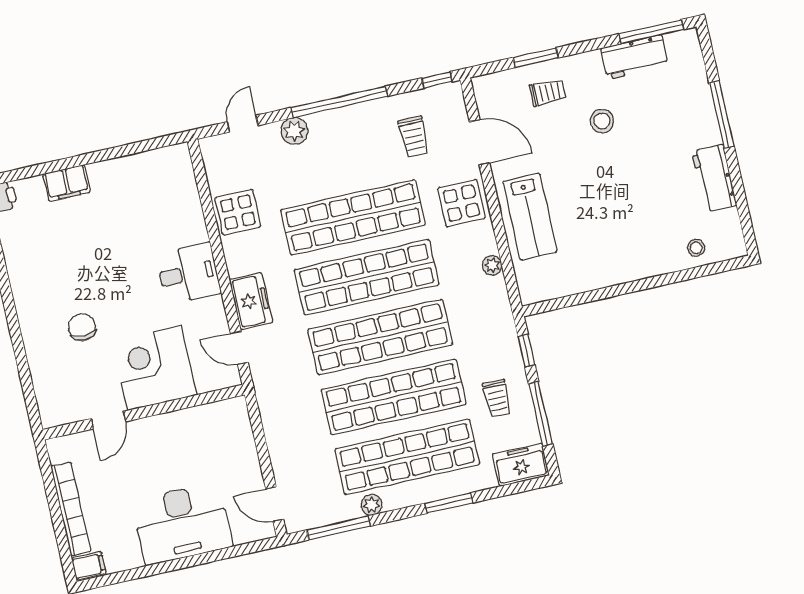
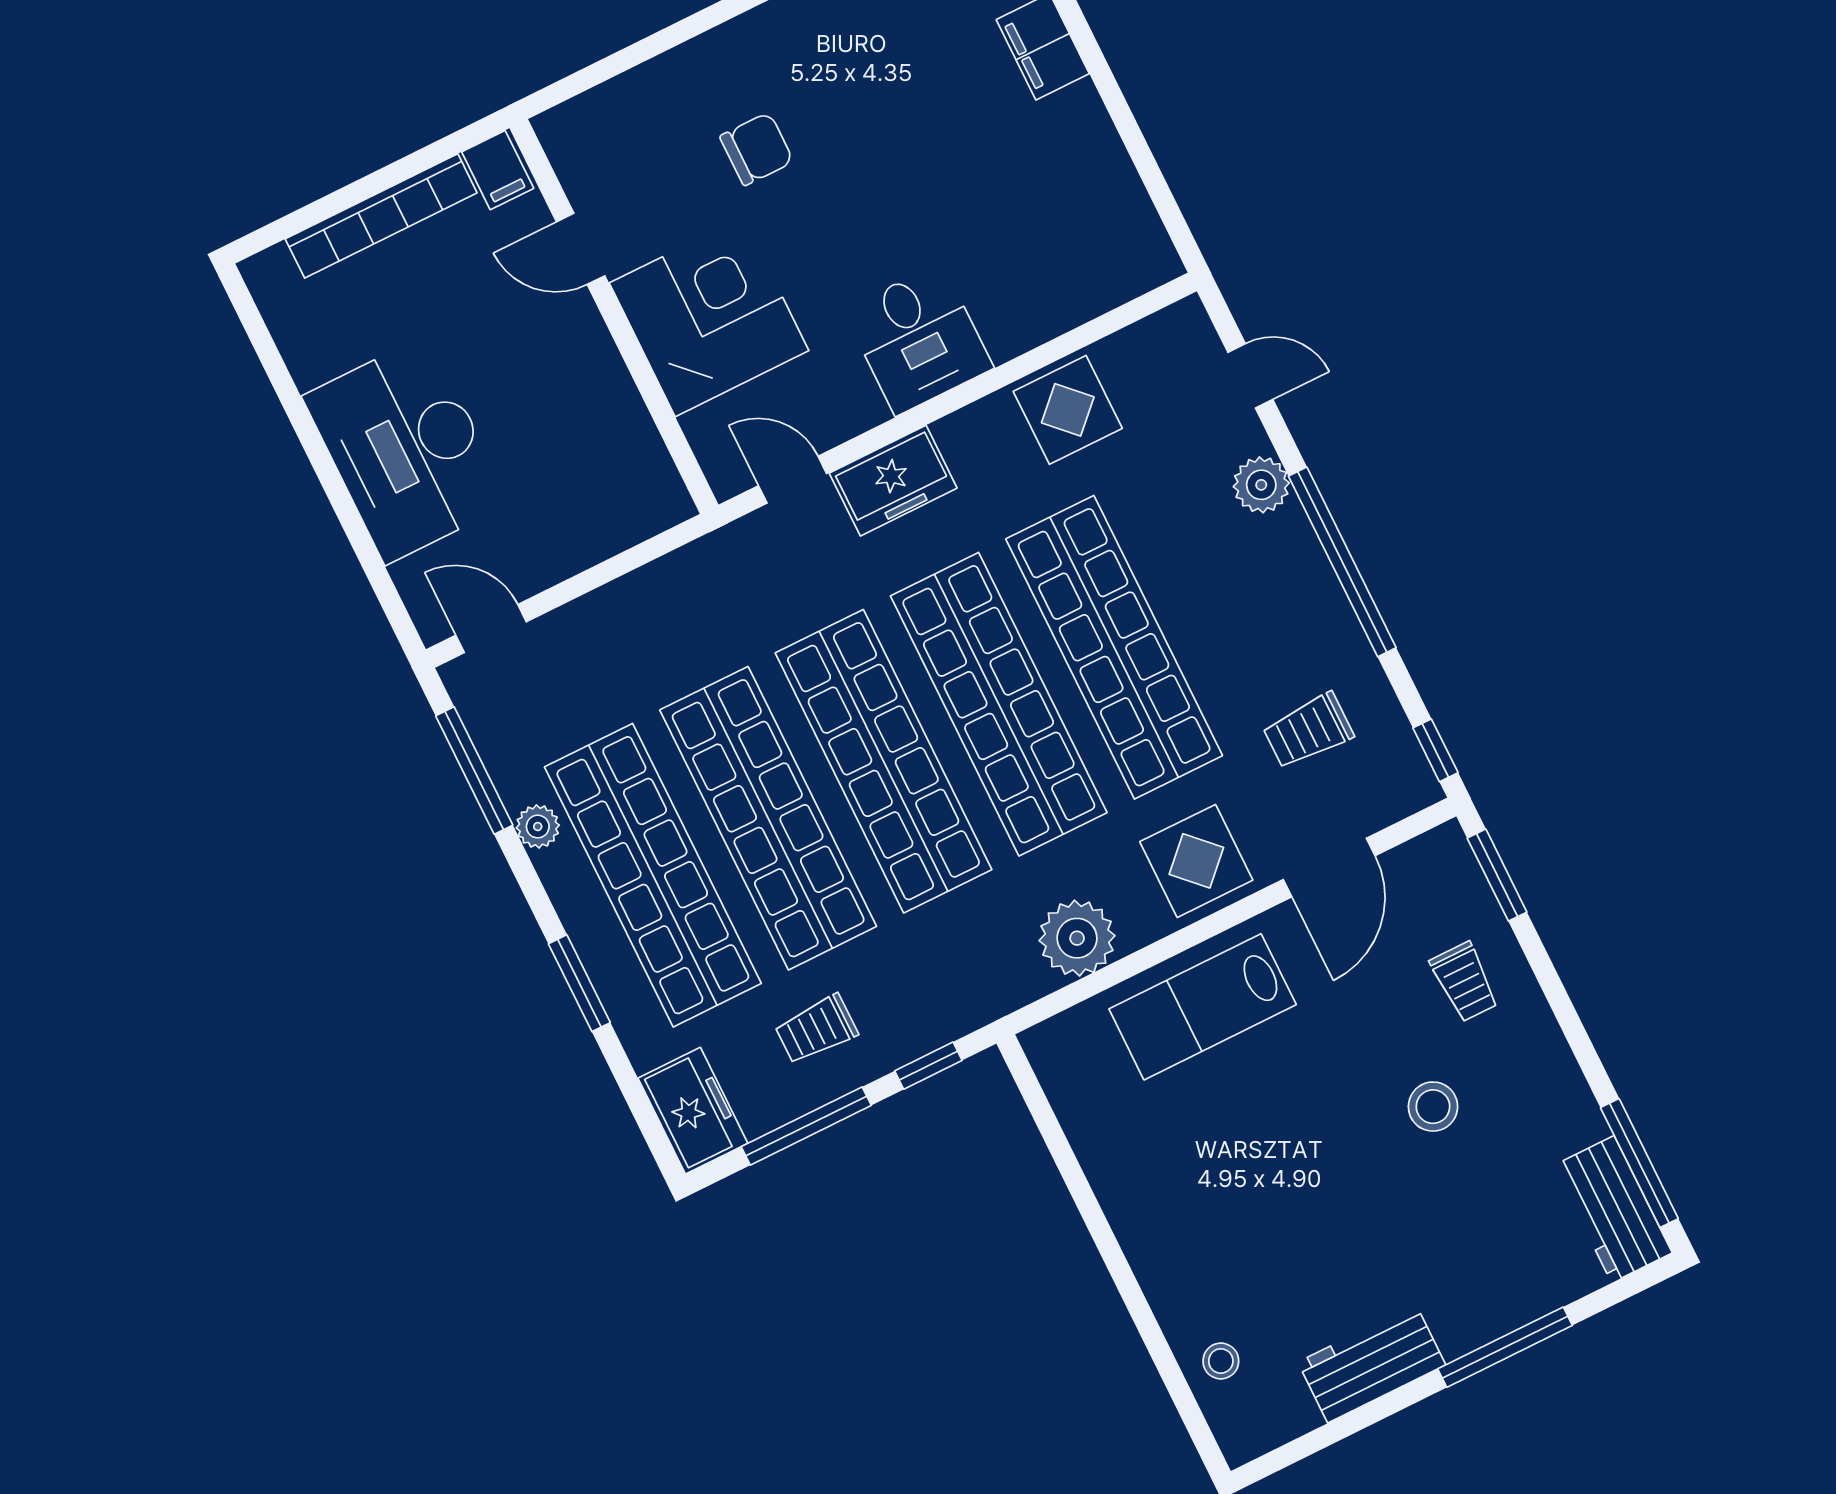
workbench: (635, 57) -> (1613, 1209), moved
window: (536, 58) -> (1497, 875), moved
plant: (492, 265) -> (1077, 938), width x1.88, depth x1.88
door: (239, 348) -> (793, 480), hinge flipped
door: (275, 504) -> (491, 629), hinge flipped
filing cabinet: (89, 566) -> (498, 170), moved

